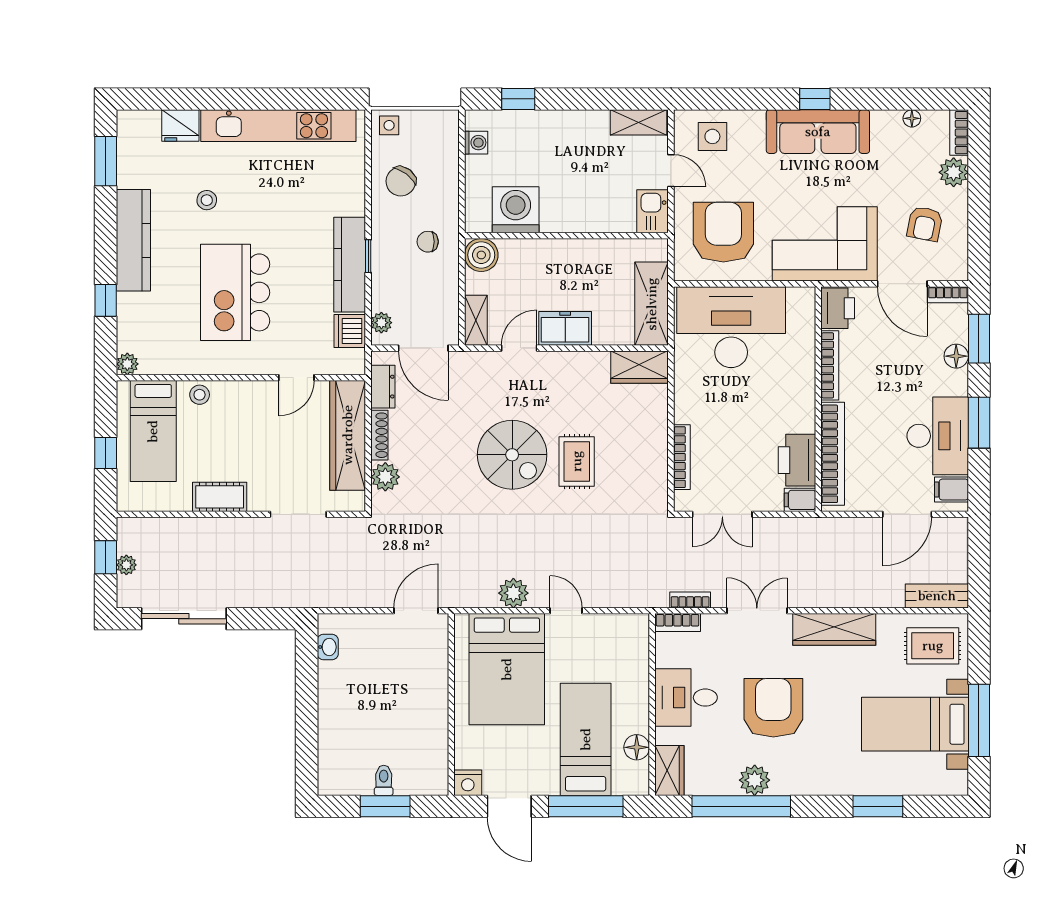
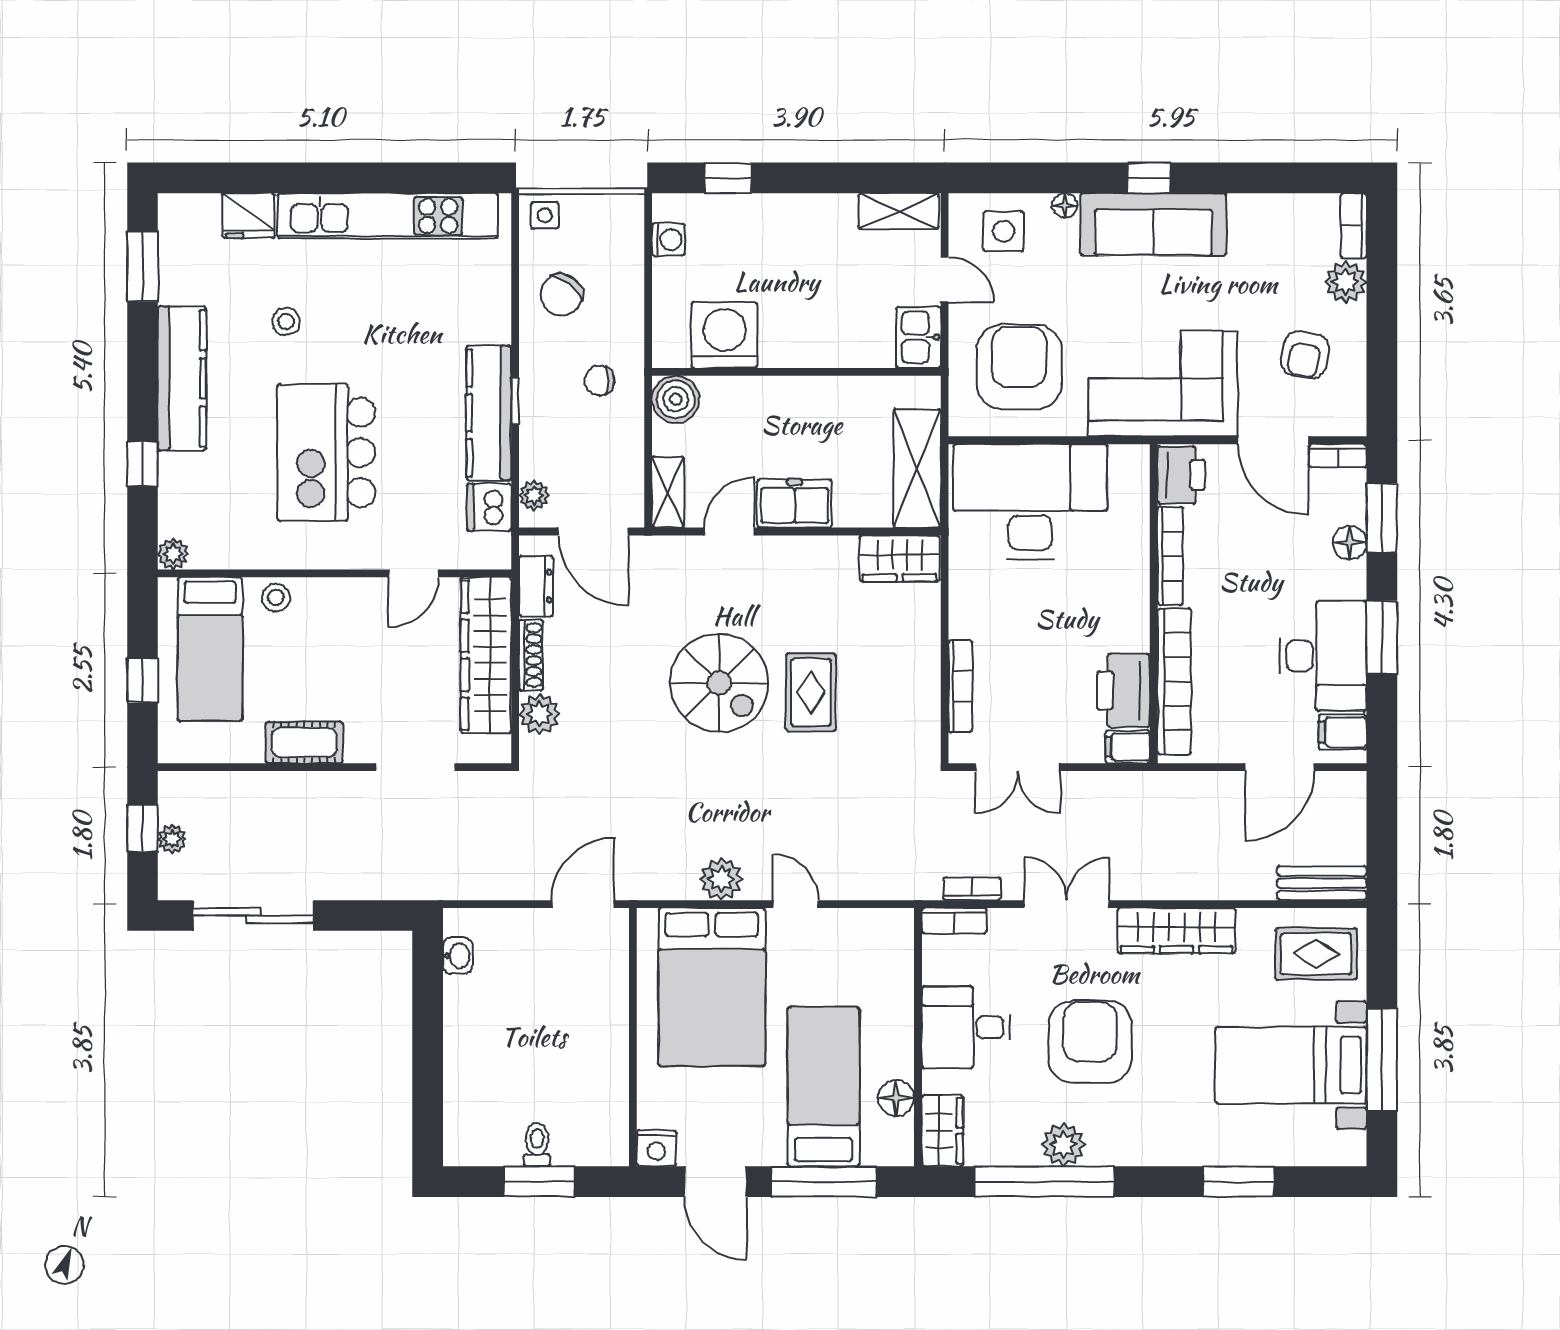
floor lamp: (912, 118) -> (1065, 206), moved

